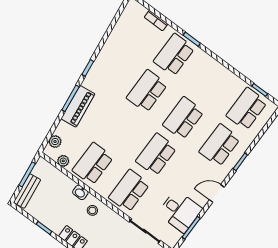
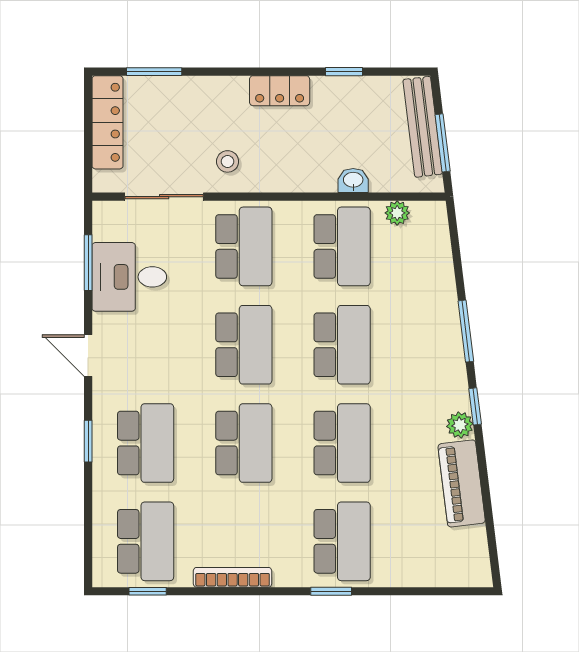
bookcase: (156, 21) -> (233, 577), moved, width x1.56
piano: (78, 106) -> (462, 483), moved
school desk: (120, 127) -> (342, 345), added
plant: (55, 142) -> (460, 425), moved
bench: (27, 191) -> (423, 127), width x1.36
washbasin: (80, 192) -> (353, 180), moved
door: (217, 193) -> (88, 355), swing flipped
stool: (92, 210) -> (228, 161), moved

